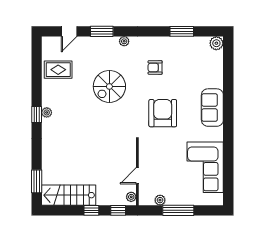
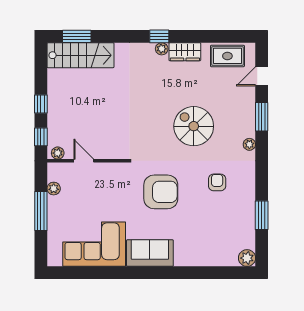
door: (69, 31) -> (262, 76), hinge flipped
rug: (58, 70) -> (227, 56), moved, turned 90
wardrobe: (49, 94) -> (185, 52), added
sofa: (212, 108) -> (150, 253), moved
stairs: (69, 195) -> (80, 55), moved, turned 90

